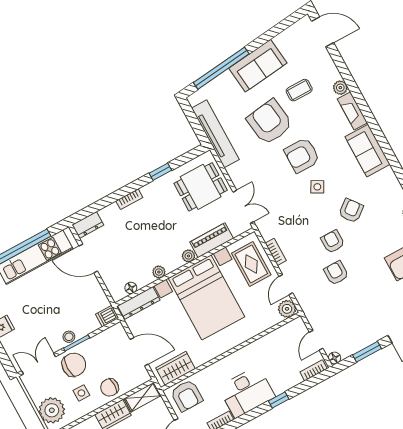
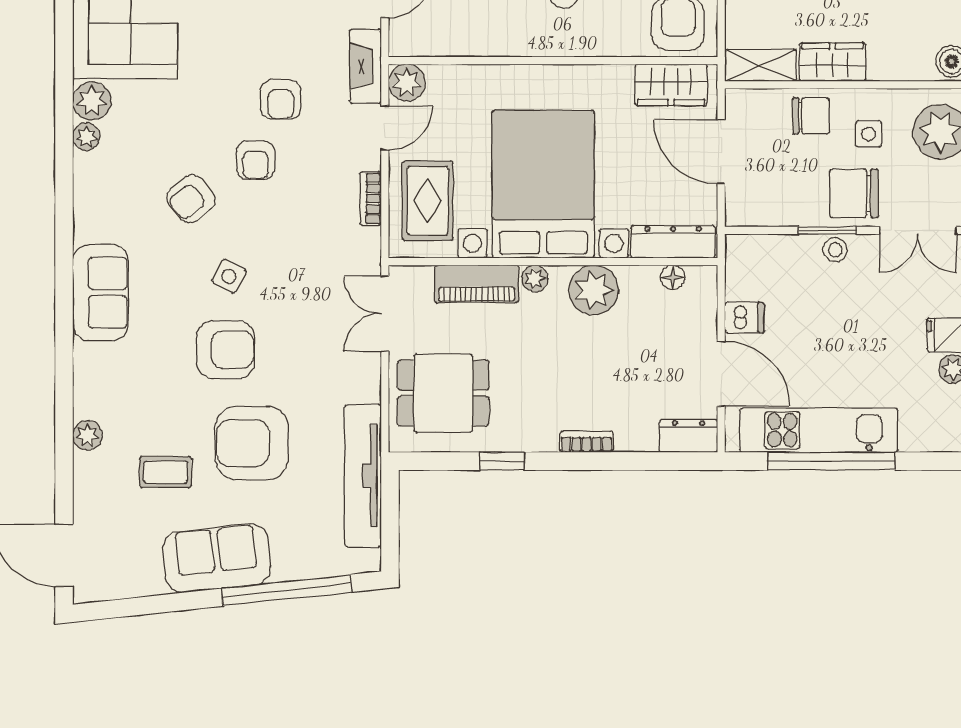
fireplace: (352, 111) -> (365, 66), moved, turned 180
armchair: (270, 122) -> (252, 443), turned 98
plant: (159, 272) -> (594, 290), width x1.87, depth x1.87
dishwasher: (107, 316) -> (744, 318), moved

